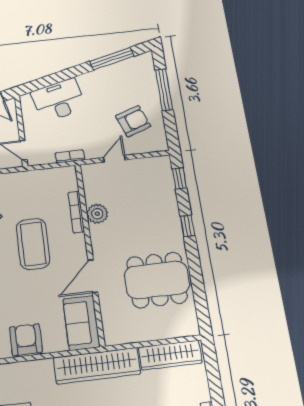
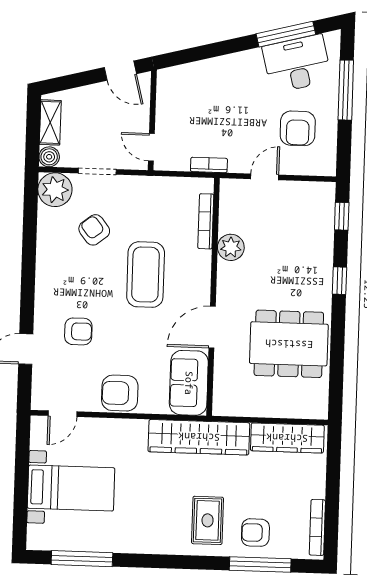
desk: (59, 100) -> (297, 64), moved
armchair: (133, 121) -> (298, 128), turned 110
bookcase: (76, 212) -> (206, 221), moved
armchair: (26, 340) -> (120, 393), turned -90

